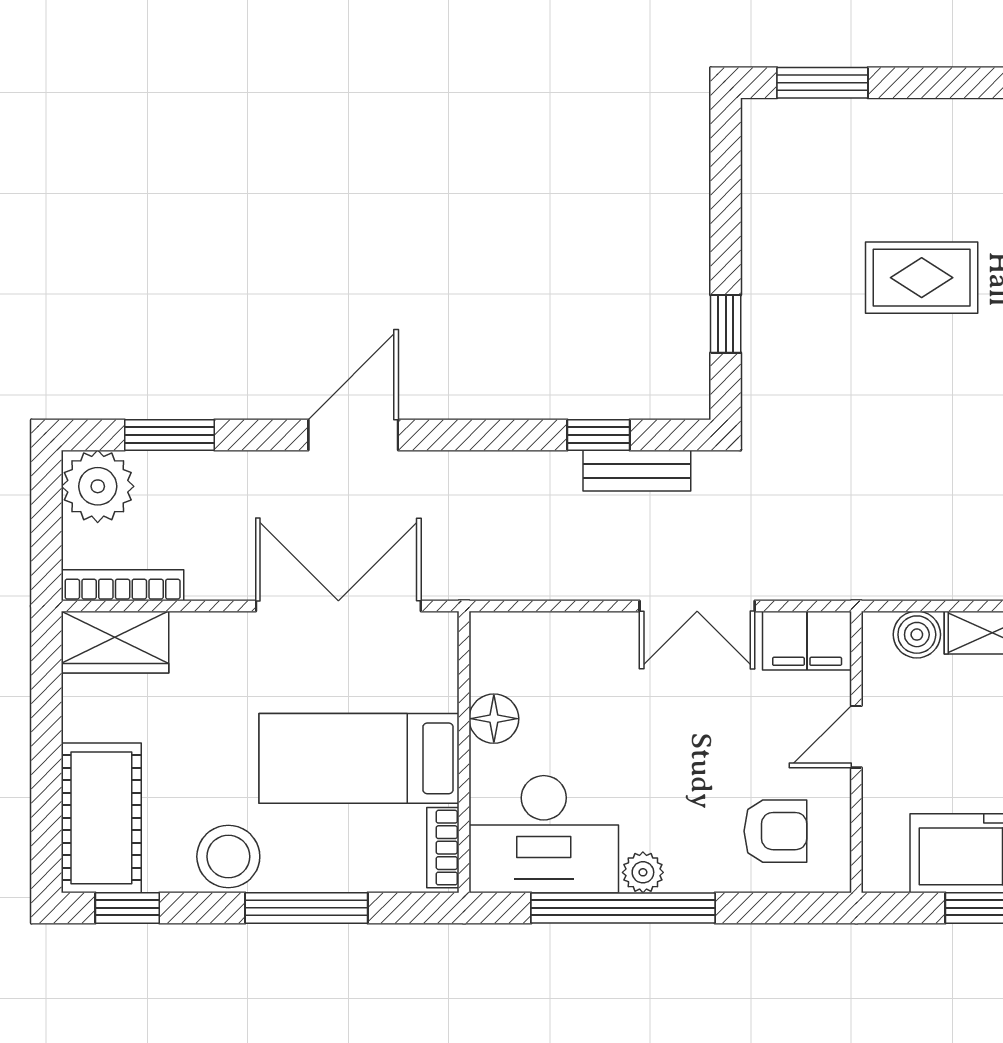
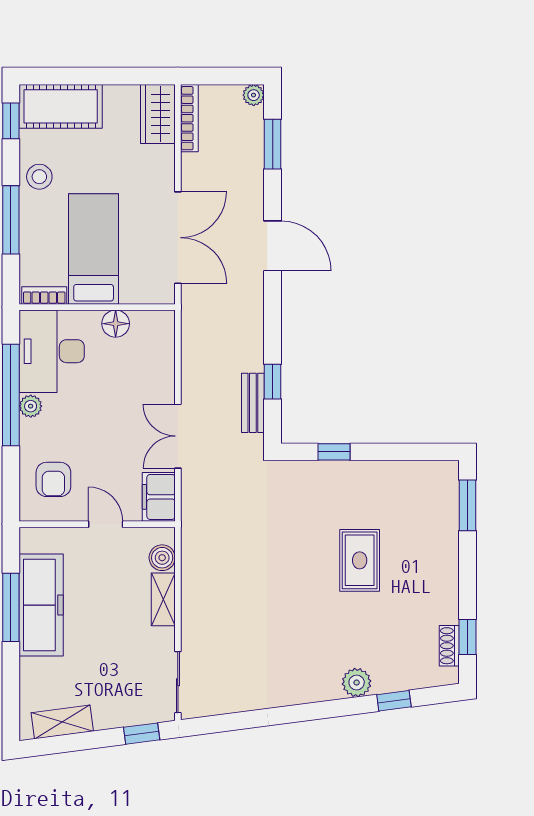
plant: (98, 486) -> (254, 95), width x0.53, depth x0.53
stool: (228, 857) -> (39, 177), width x0.73, depth x0.73

